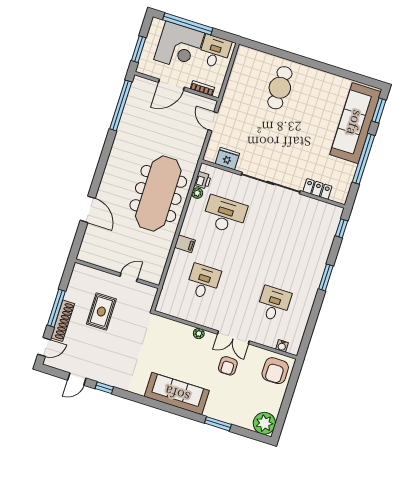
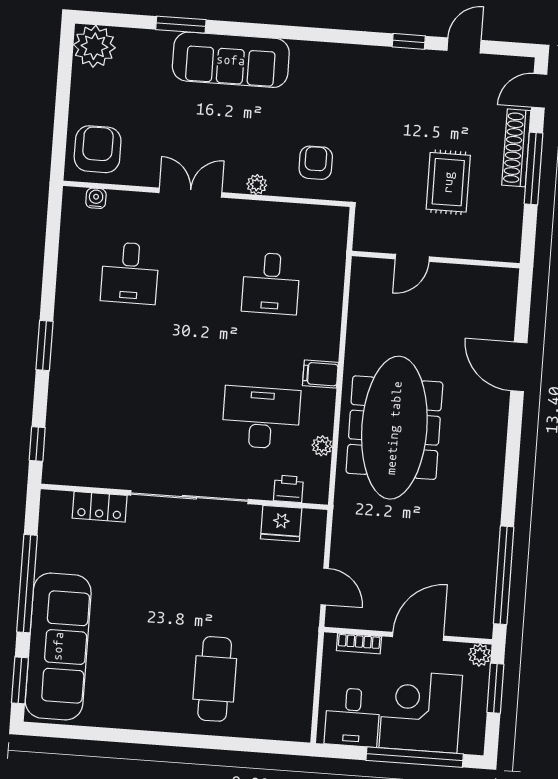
plant: (143, 68) -> (480, 655), added
printer: (203, 180) -> (289, 489), moved, turned 90
desk: (225, 215) -> (261, 418), turned 180
filing cabinet: (185, 244) -> (320, 374), moved
armchair: (228, 366) -> (316, 163), moved
sofa: (177, 394) -> (231, 60), moved

